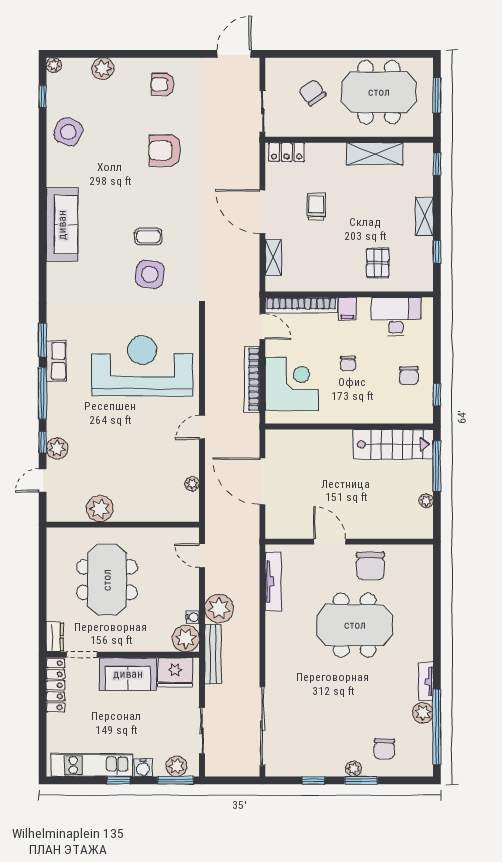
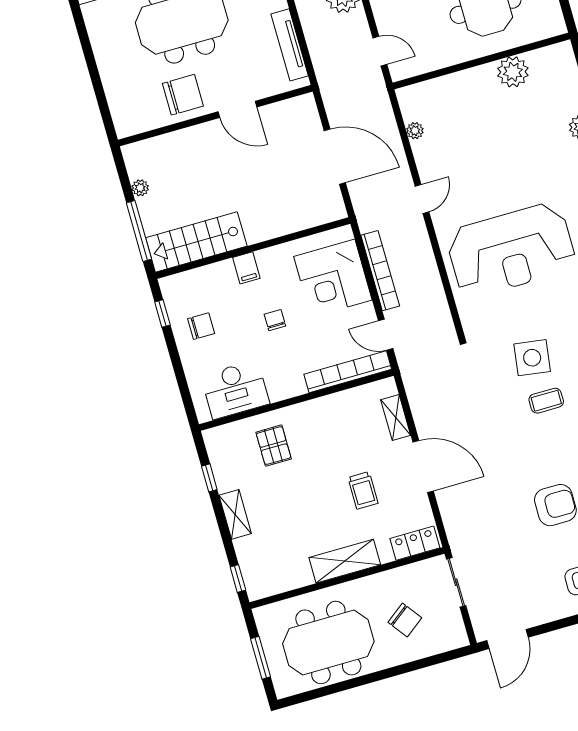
shelving: (375, 154) -> (345, 561), moved
filing cabinet: (347, 309) -> (246, 268), moved, turned 180
chair: (409, 376) -> (201, 326), turned 90
chair: (370, 566) -> (183, 95), turned 90

